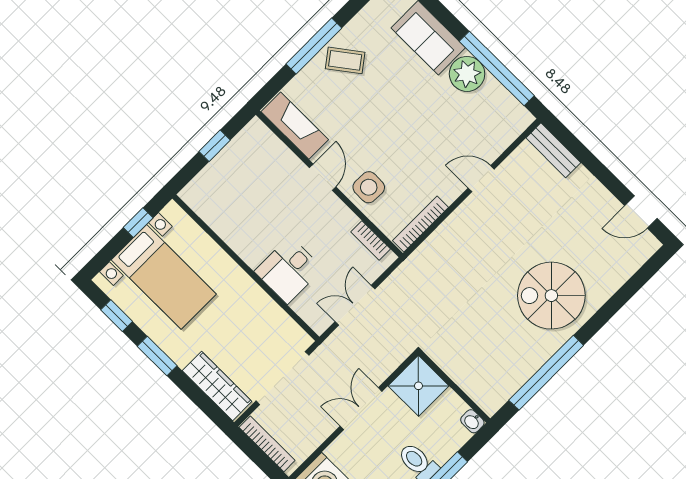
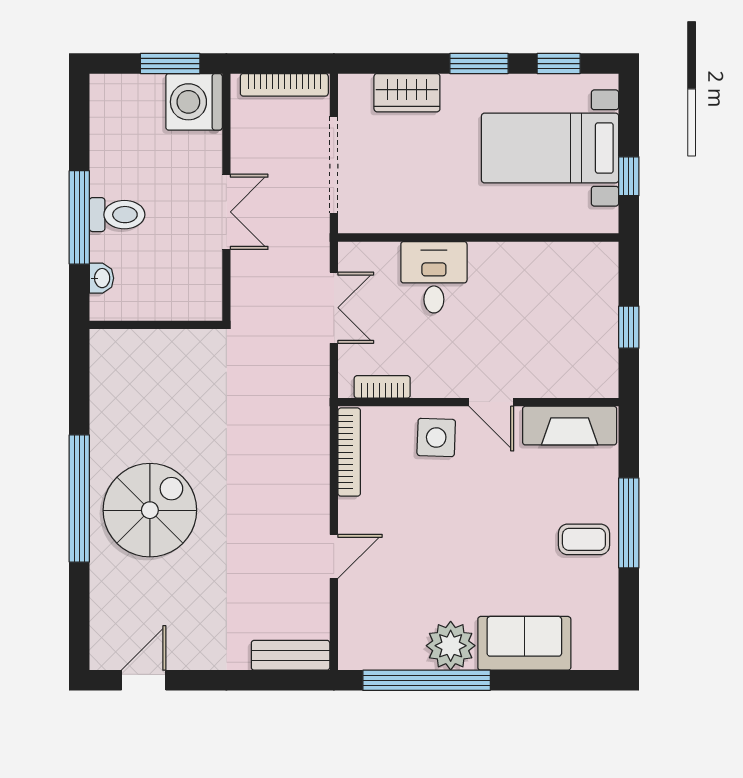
coffee table: (345, 60) -> (584, 539), turned 37
window: (546, 373) -> (79, 498), moved
wardrobe: (217, 386) -> (407, 93), width x0.67
shower: (418, 386) -> (192, 291), removed
washbasin: (472, 421) -> (101, 278), moved, turned 90

